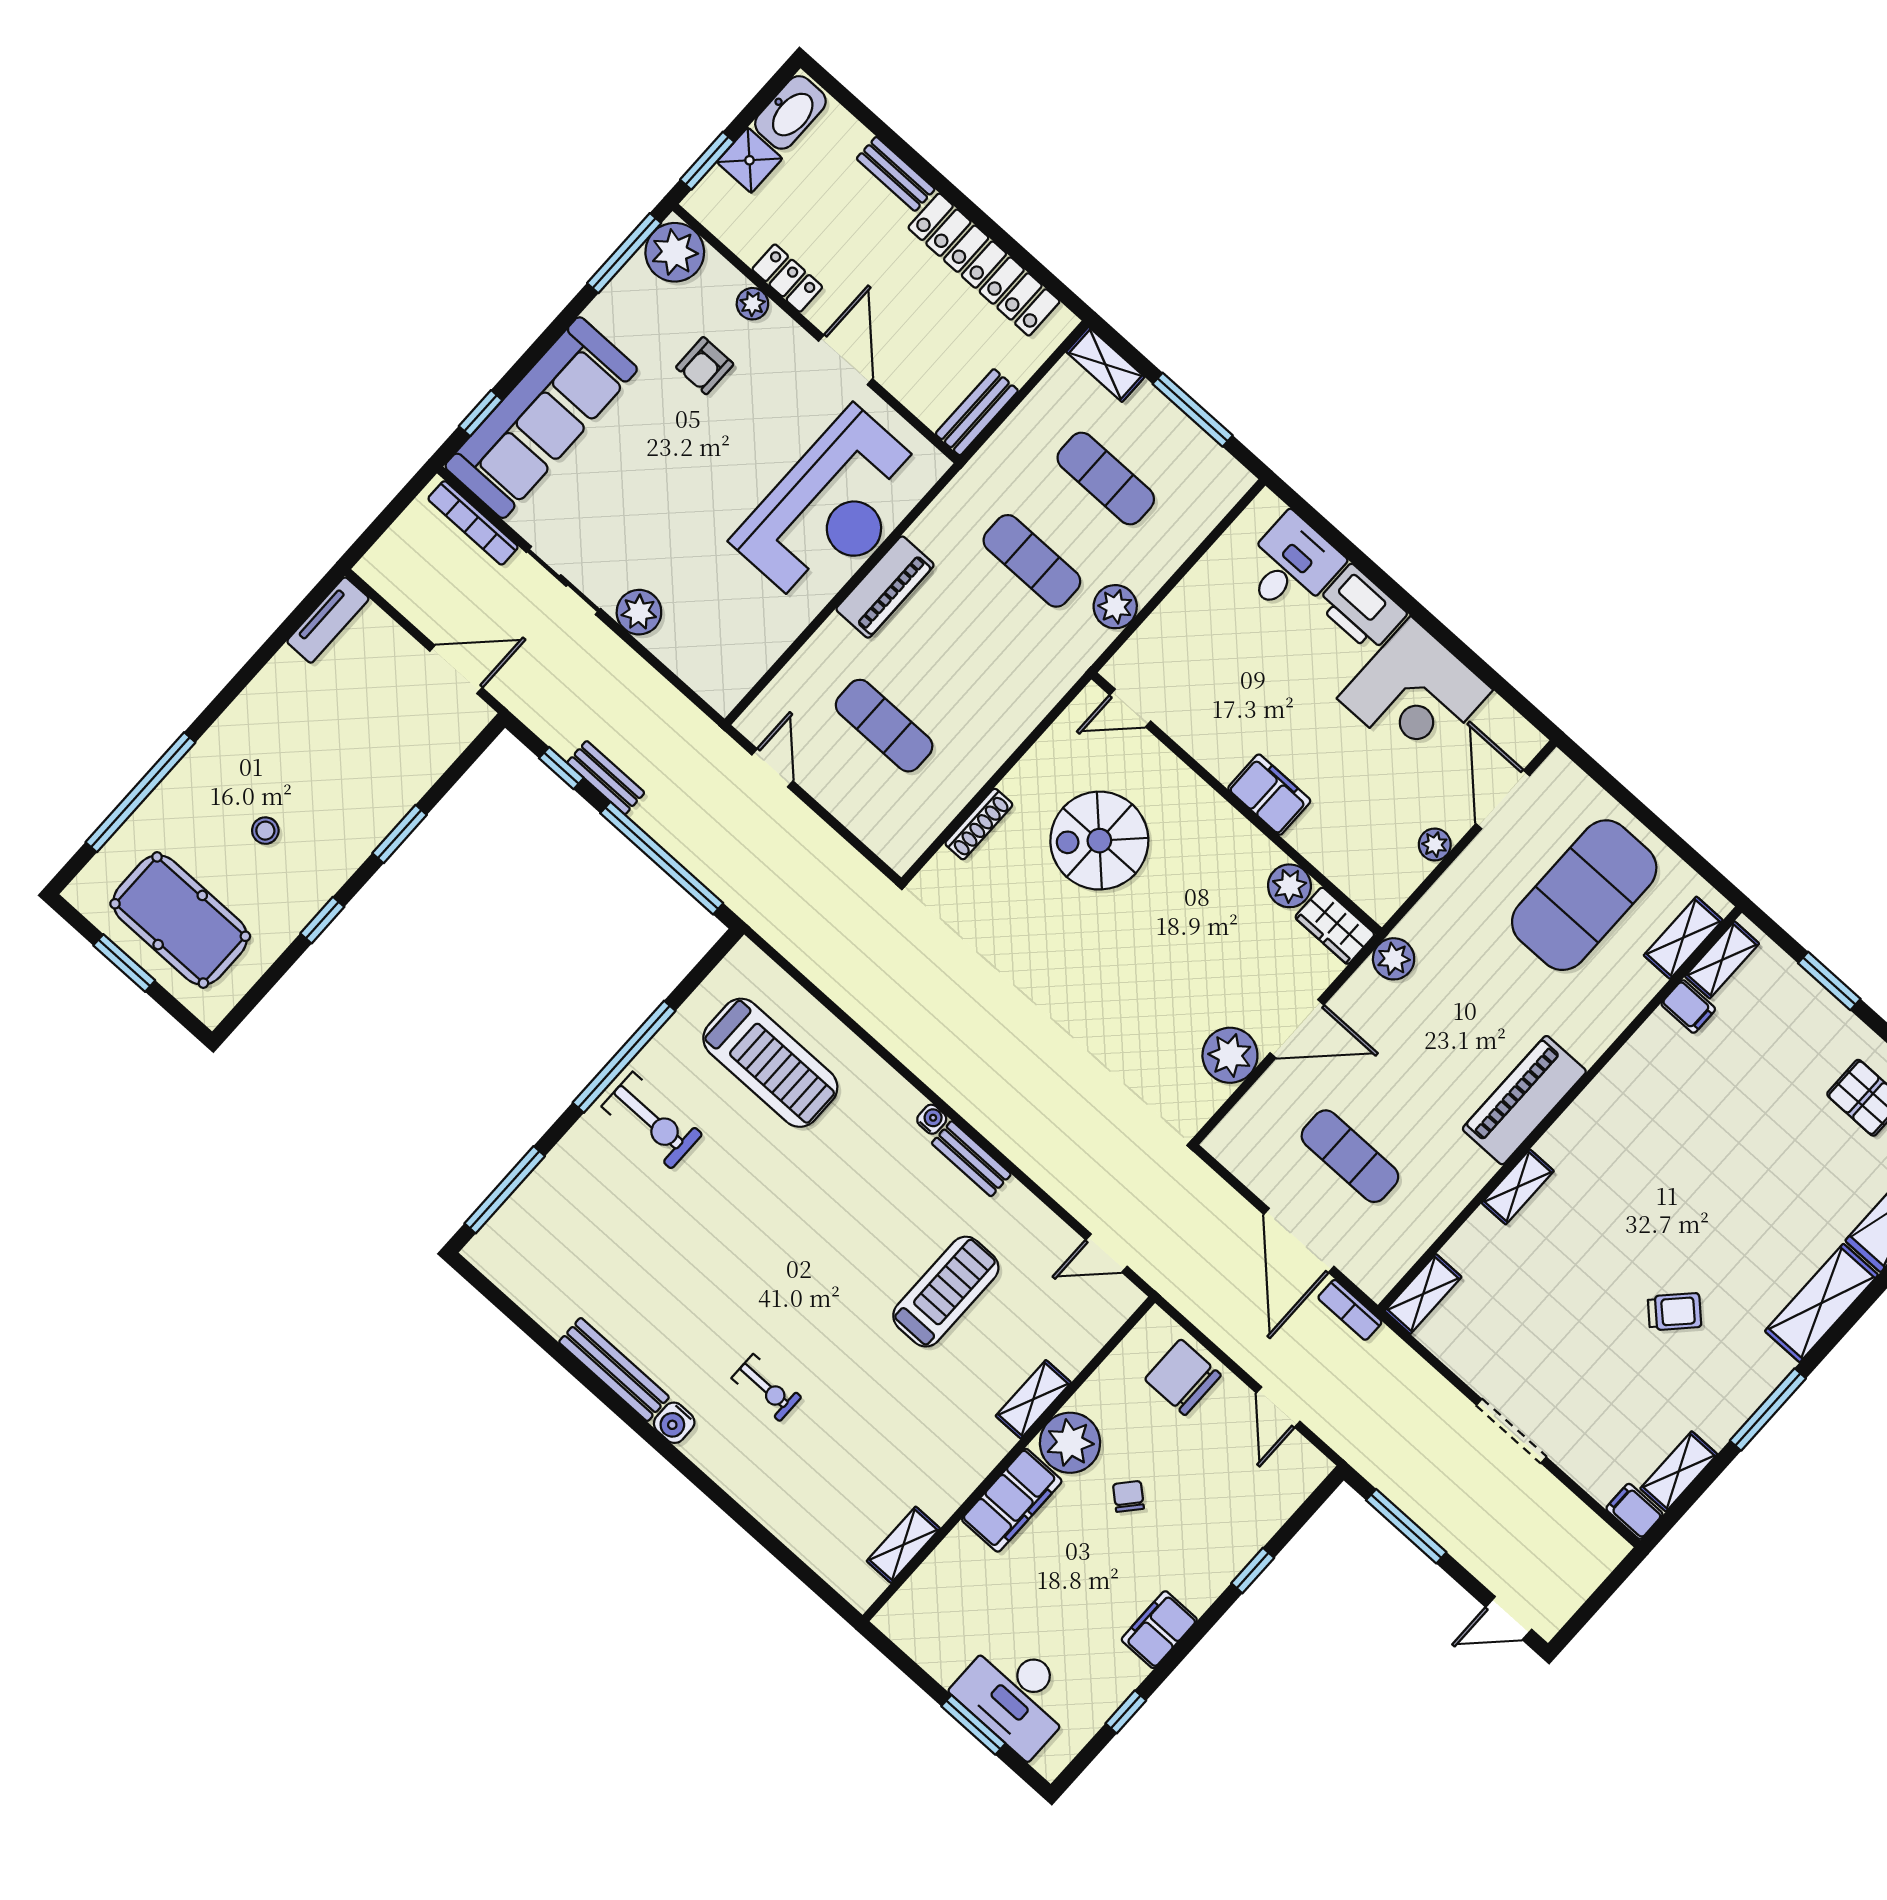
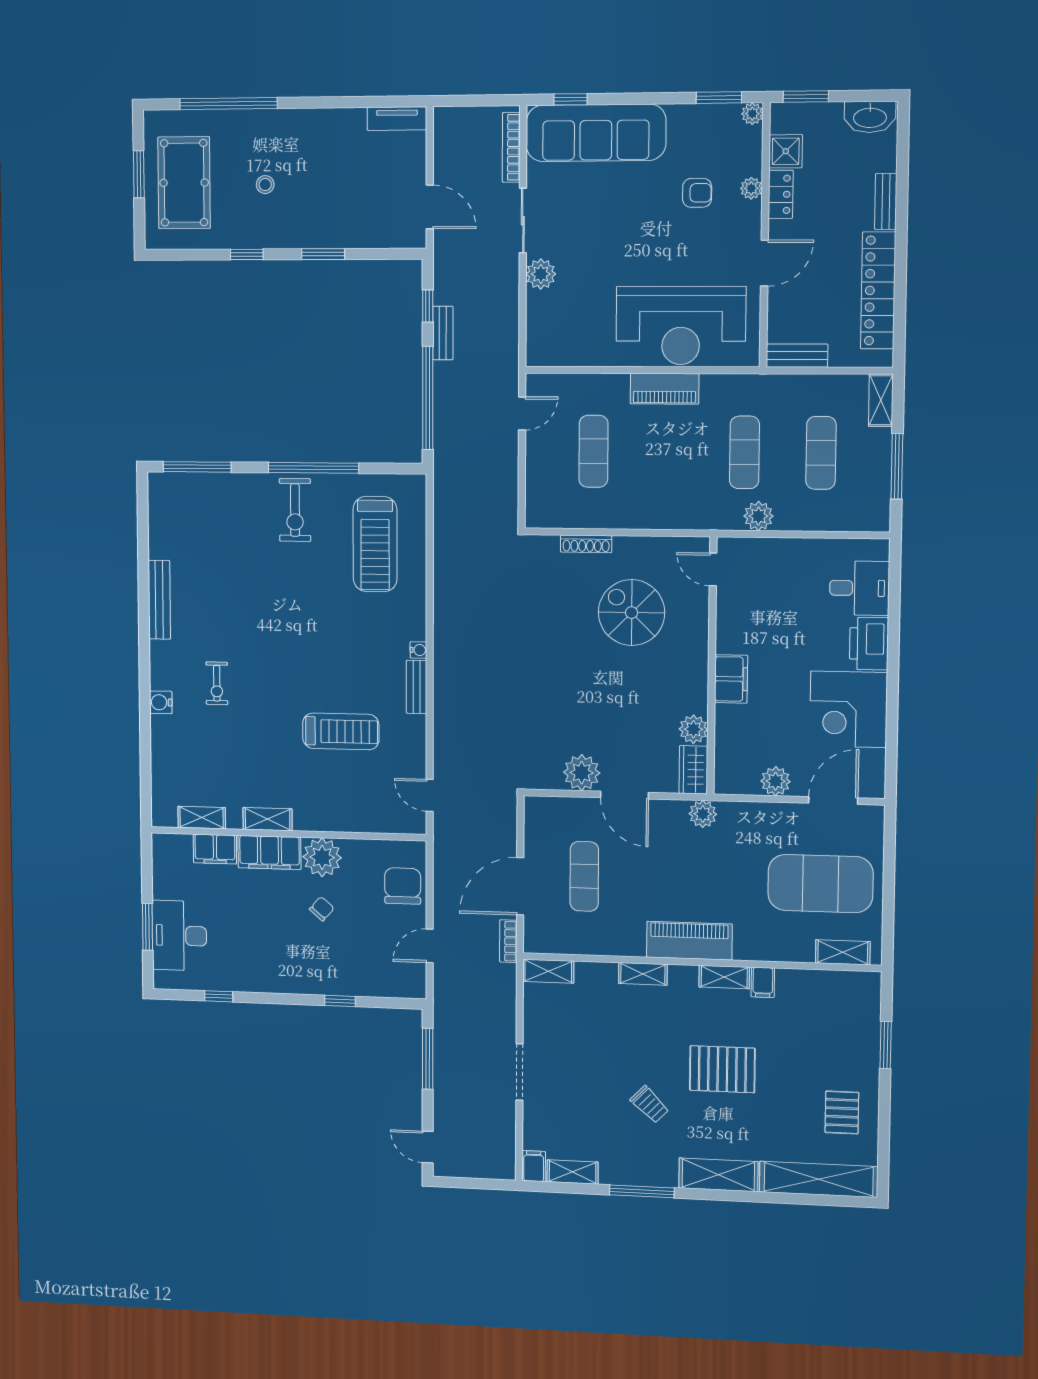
shower: (749, 160) -> (786, 151), moved
plant: (675, 252) -> (752, 114), width x0.53, depth x0.53
window: (624, 253) -> (719, 98), width x0.69
armchair: (705, 366) -> (697, 193), turned 180
plant: (1435, 844) -> (776, 781), width x1.38, depth x1.38
shelving: (1722, 960) -> (724, 977), moved
filing cabinet: (1688, 1006) -> (763, 982), moved
pallet: (1703, 1191) -> (722, 1069), added
shelving: (1033, 1399) -> (268, 819), moved
water cooler: (674, 1423) -> (161, 702), moved
filing cabinet: (1159, 1630) -> (215, 849), moved, turned 180

